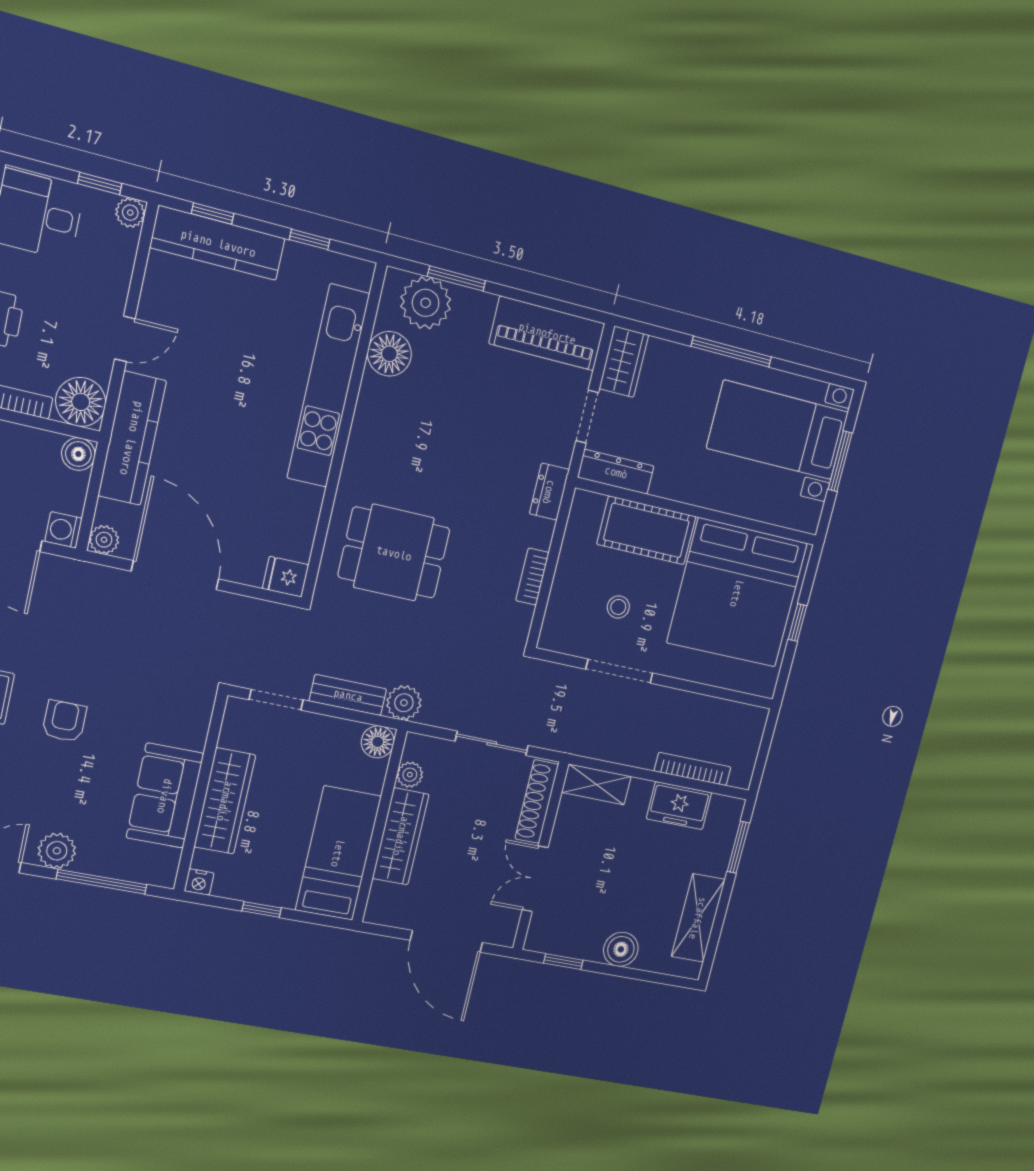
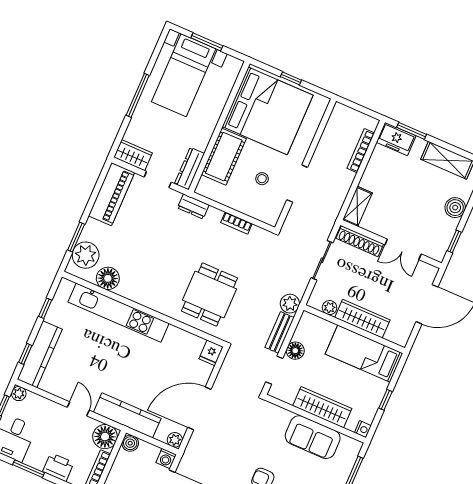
floor lamp: (378, 742) -> (295, 351), moved
freezer: (679, 806) -> (396, 139), moved, turned 90

